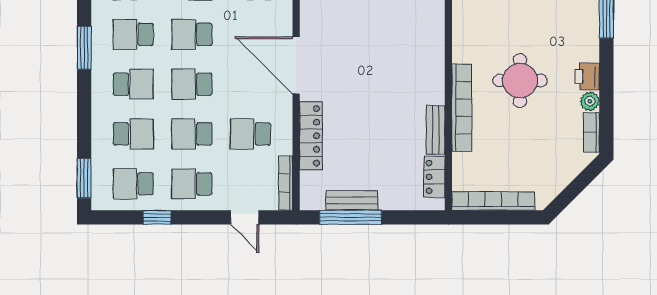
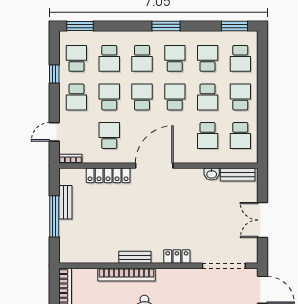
bench: (436, 130) -> (135, 257), moved
locker: (434, 177) -> (177, 257), moved
bookcase: (286, 183) -> (70, 159), width x0.64
school desk: (192, 184) -> (76, 97), turned 180
window: (350, 217) -> (54, 216), moved

